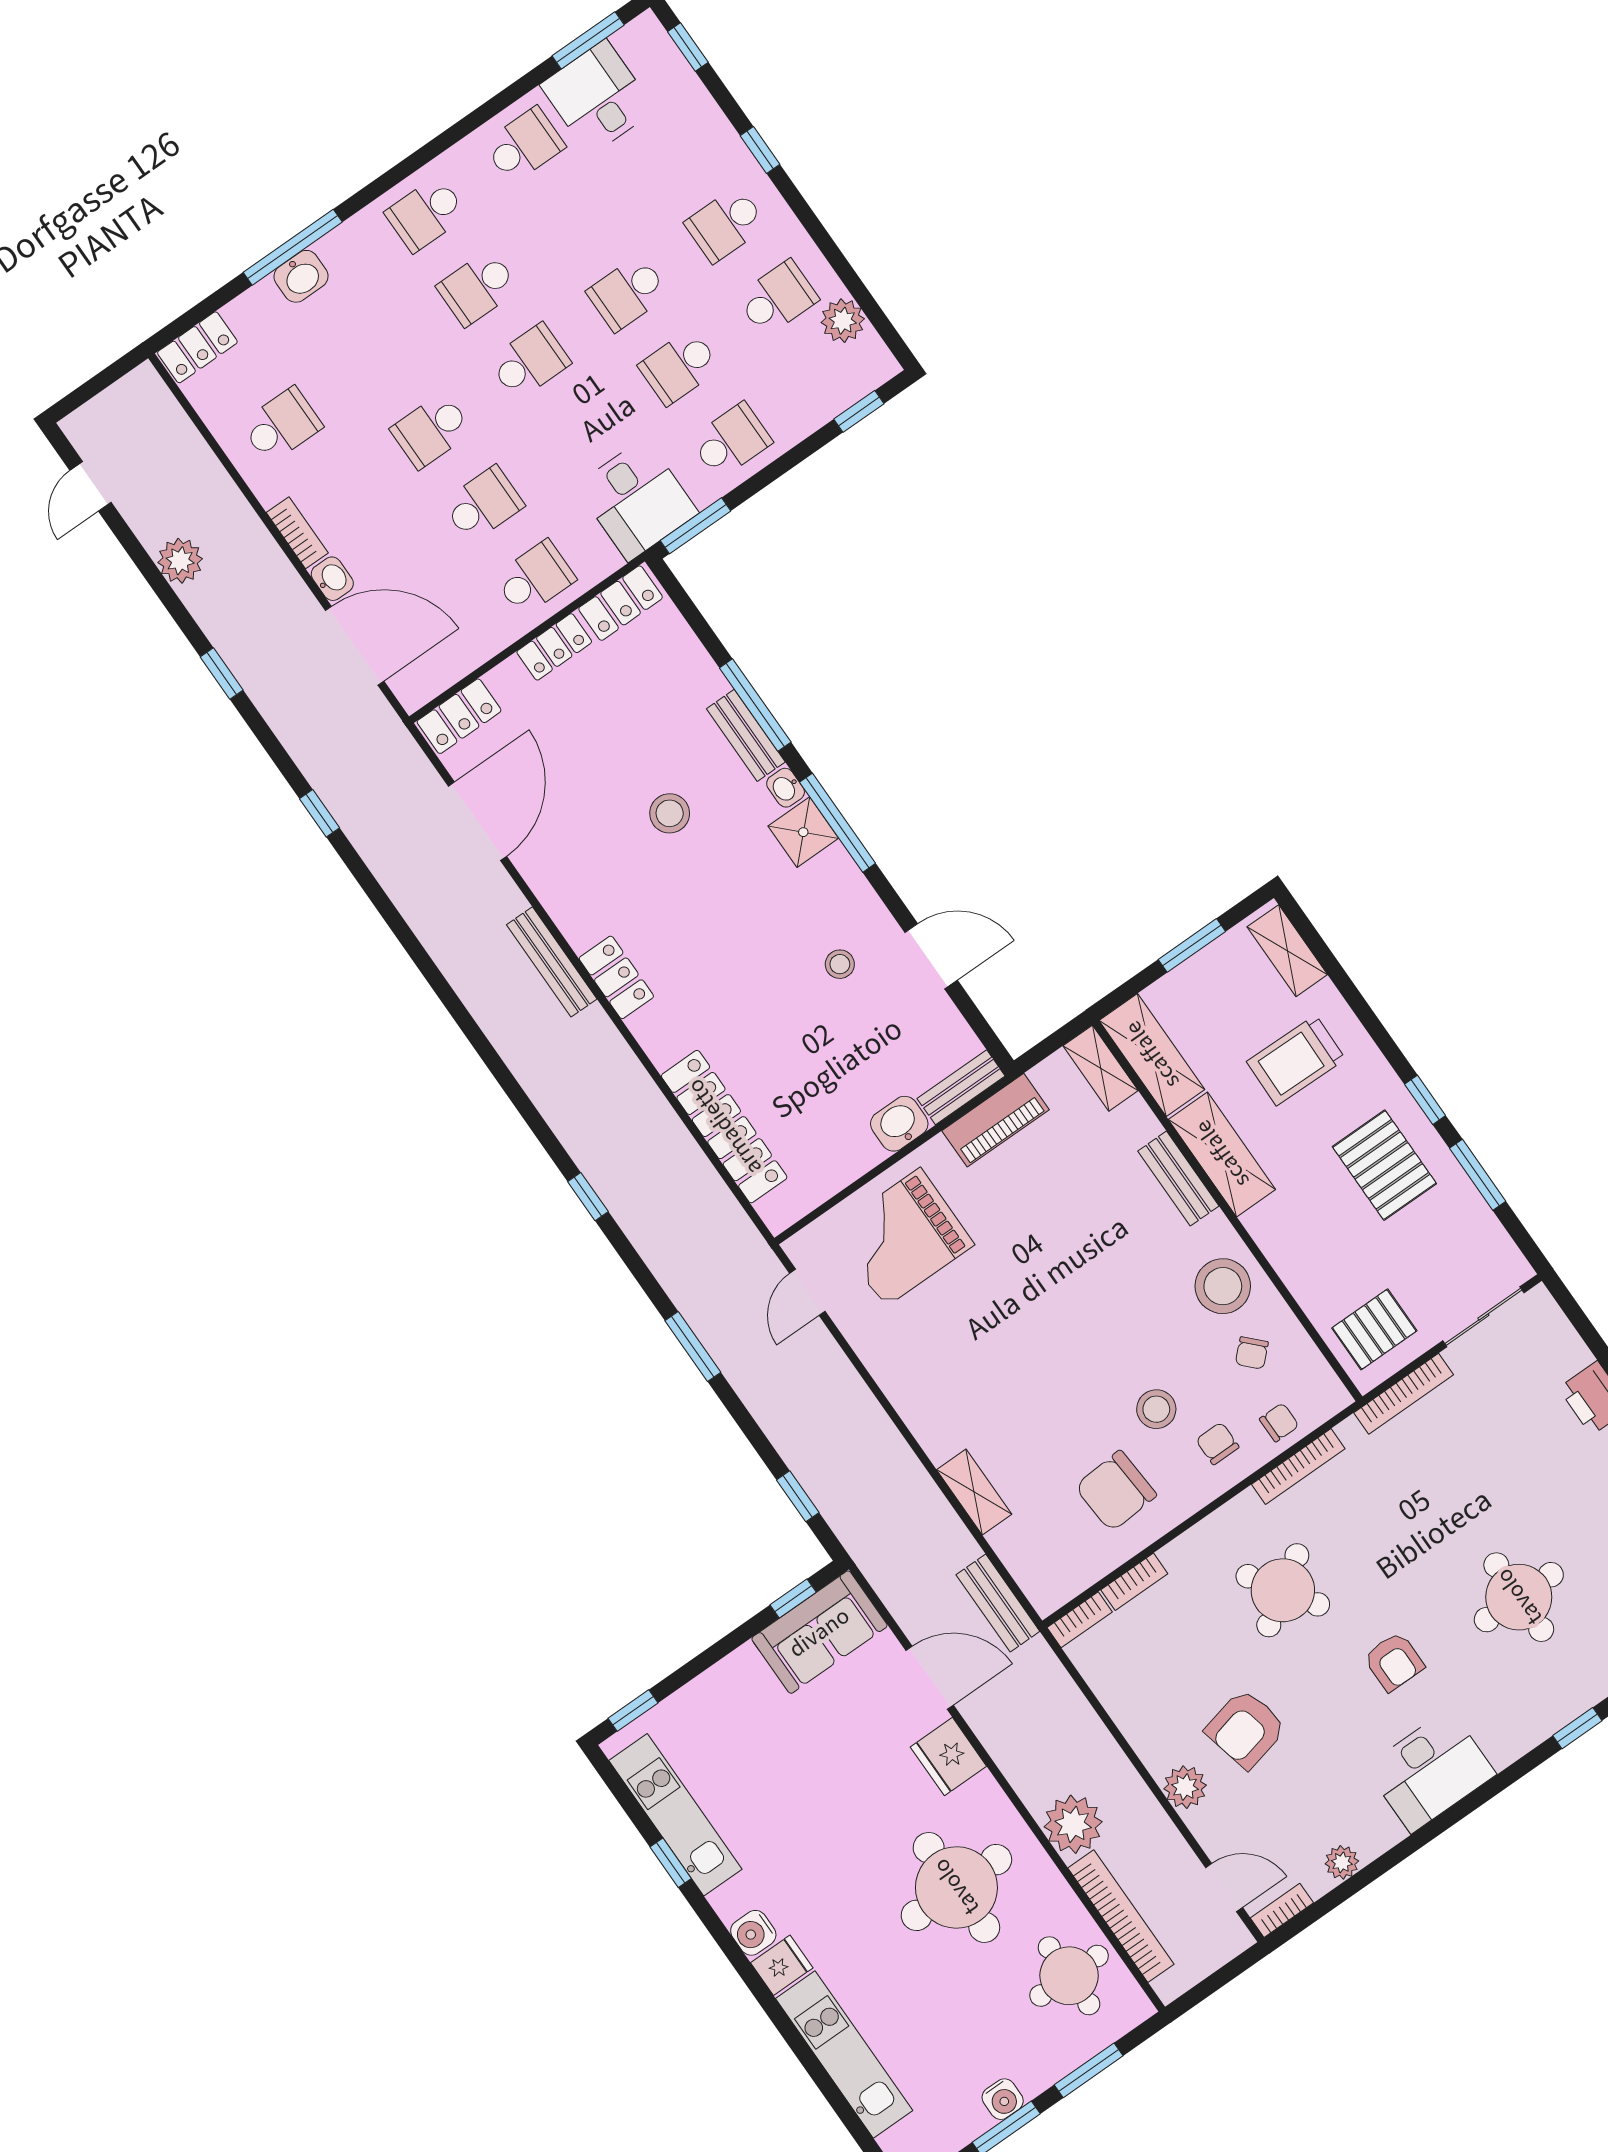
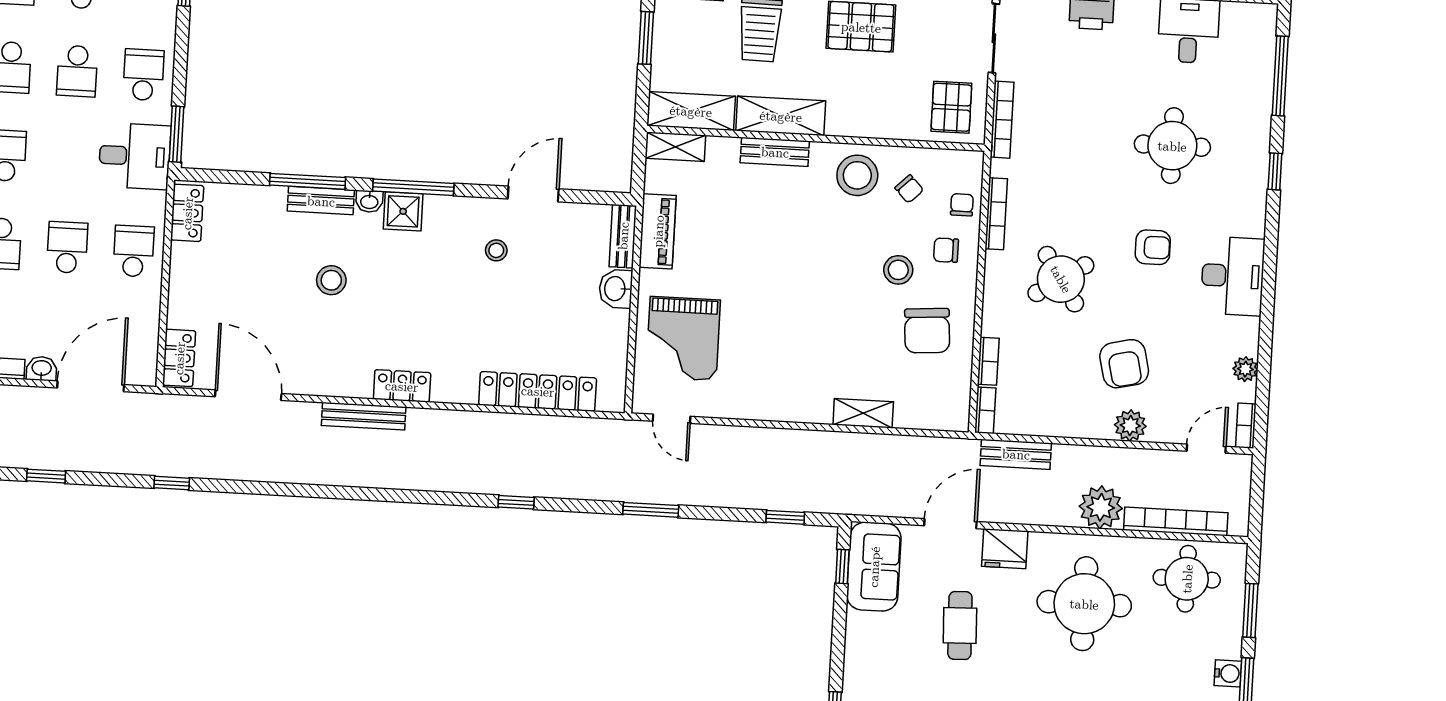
locker: (554, 647) -> (182, 271), removed
bench: (998, 1603) -> (1016, 454), moved
cafe table: (829, 1773) -> (960, 626), added

